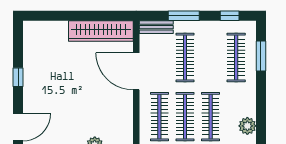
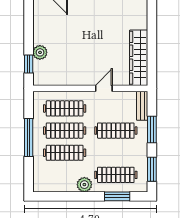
window: (230, 16) -> (152, 169), width x1.50
door: (136, 71) -> (104, 88), width x0.53
plant: (247, 126) -> (84, 185), moved

